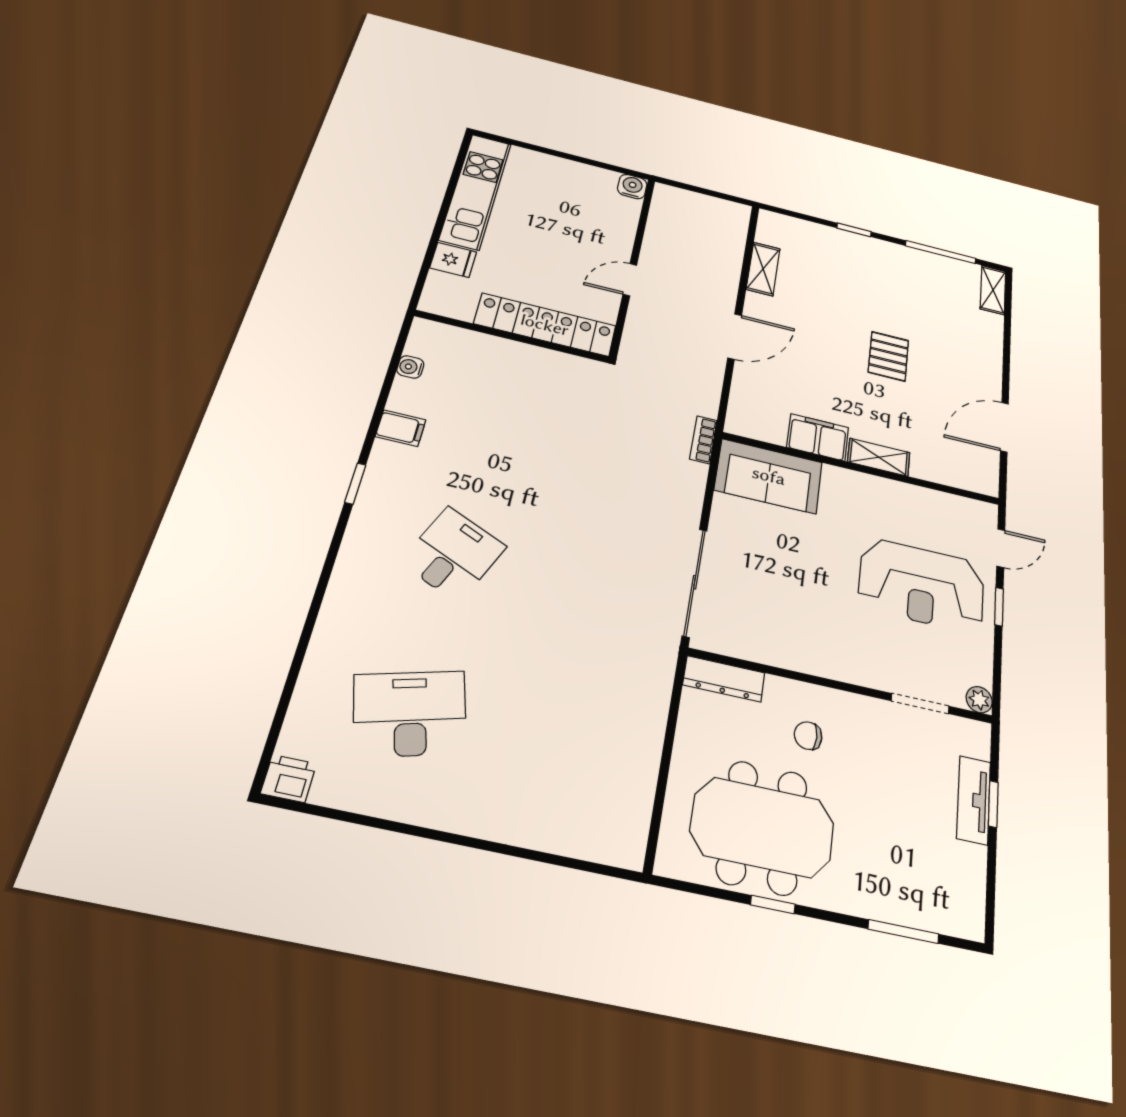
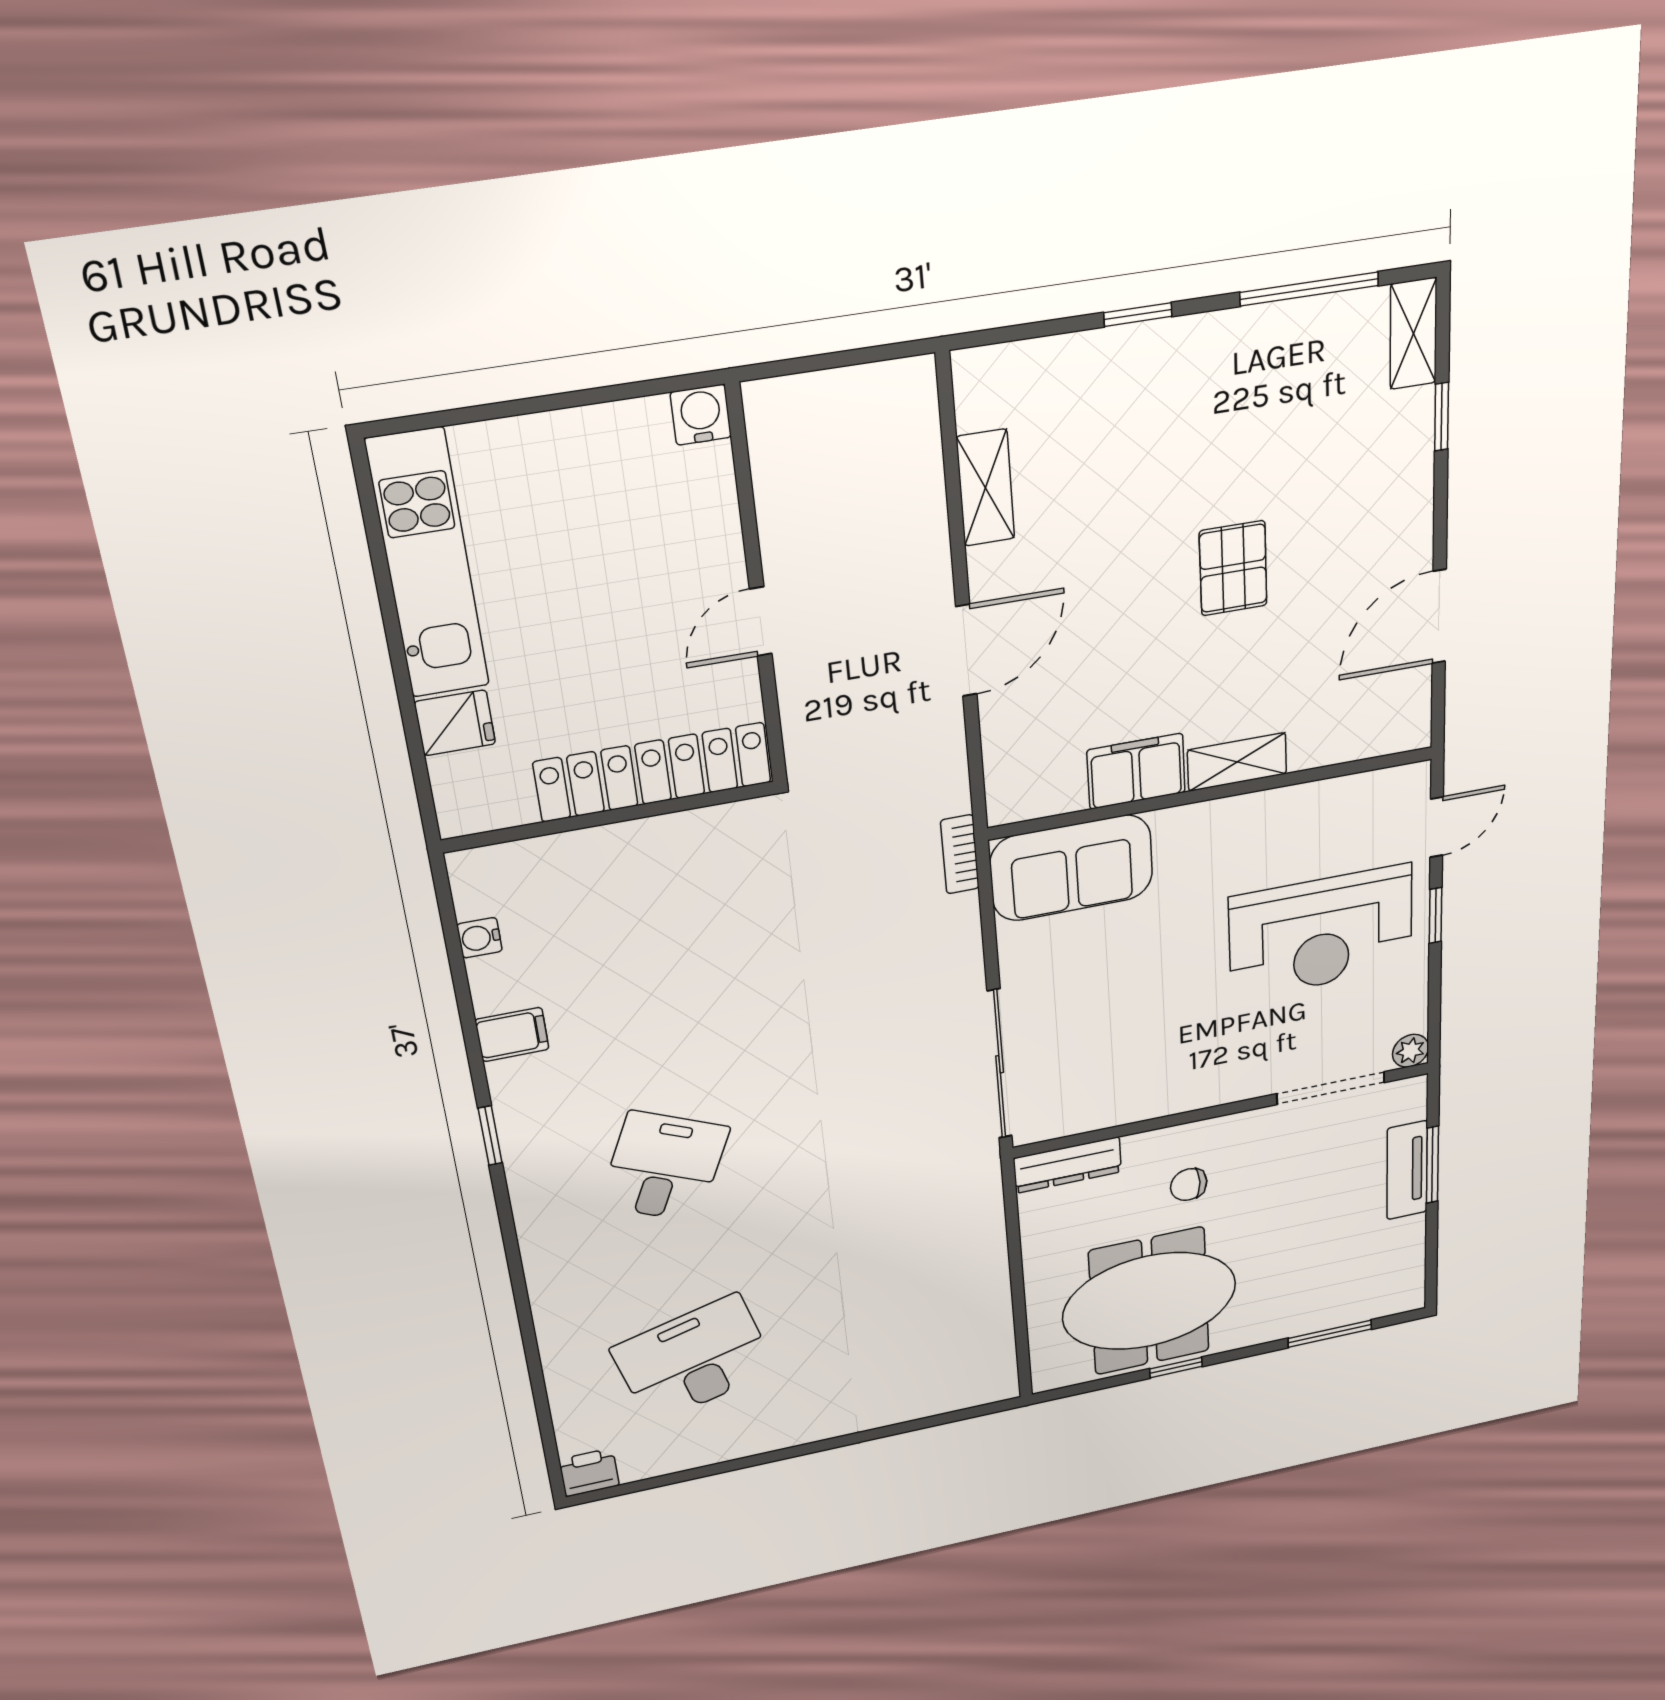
window: (1007, 331) -> (1442, 417), added
doorway: (920, 703) -> (1331, 1088), width x1.38
window: (993, 804) -> (1432, 1165), width x1.50

